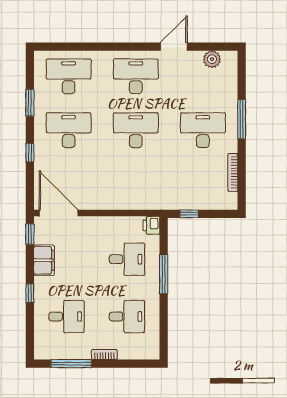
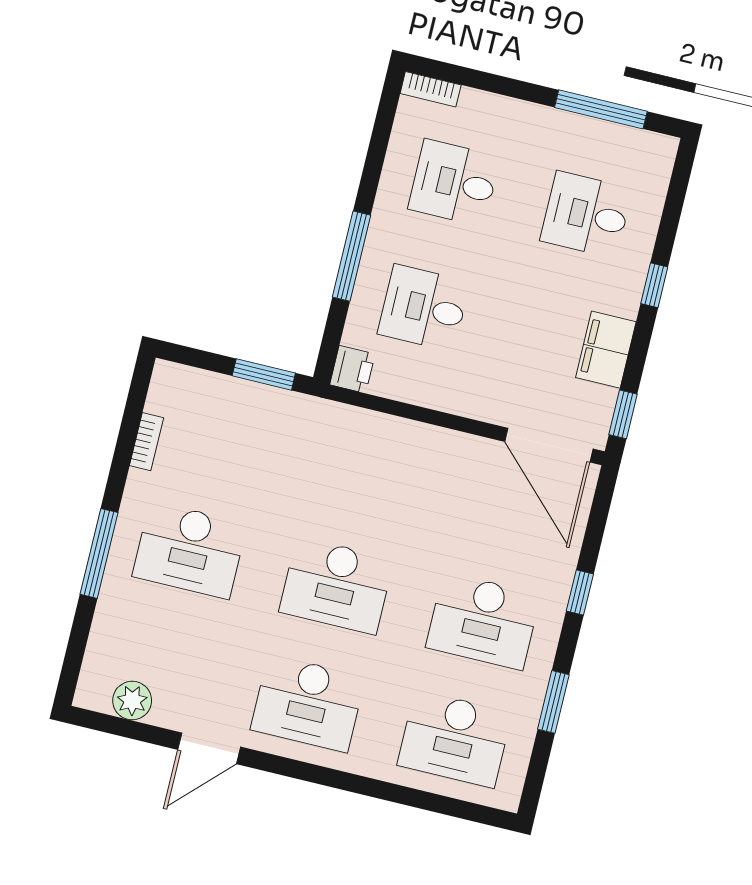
bookcase: (233, 173) -> (146, 442), width x0.64
window: (189, 214) -> (264, 374), width x1.50
bookcase: (104, 354) -> (431, 89), moved

